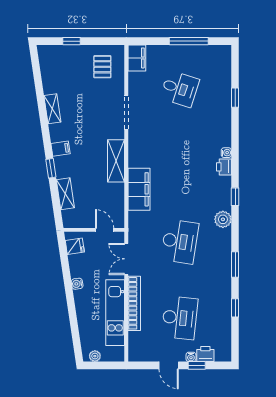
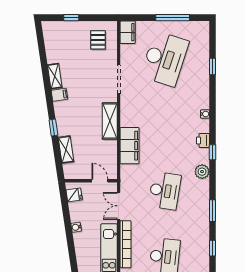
desk: (180, 89) -> (165, 59), width x1.87, depth x1.30
filing cabinet: (61, 149) -> (59, 95), moved
printer: (224, 167) -> (203, 141), moved

